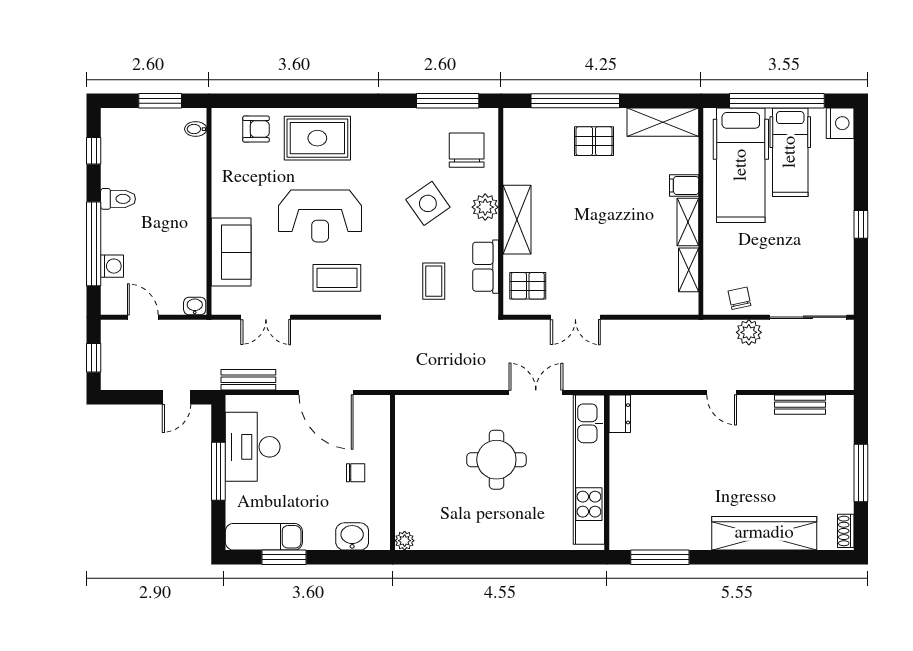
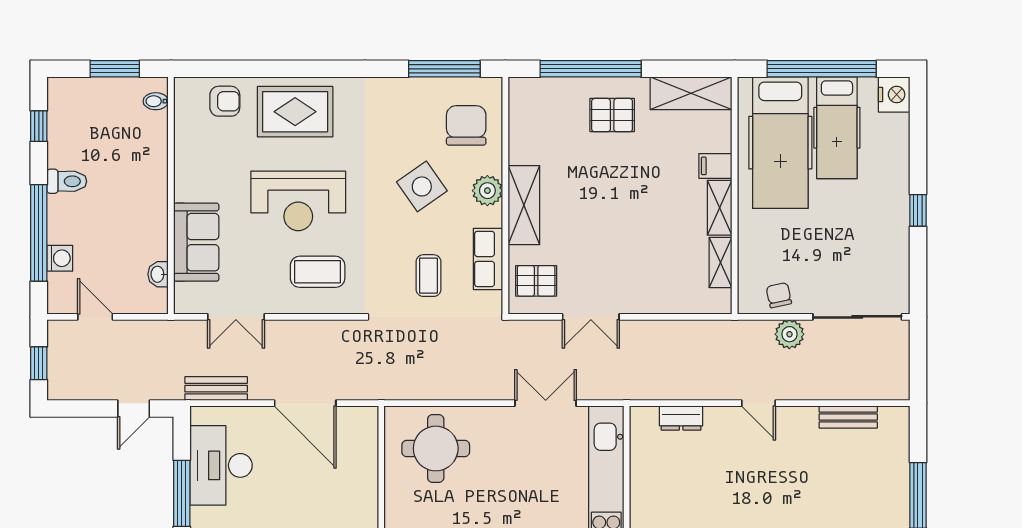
washbasin: (195, 306) -> (158, 274), moved, turned -90
dresser: (620, 414) -> (681, 418), moved, turned 90
round table: (496, 460) -> (436, 449), moved
chair: (356, 473) -> (339, 495), removed

